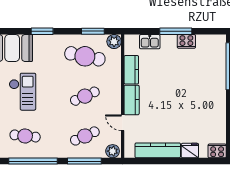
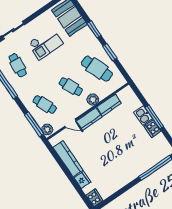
window: (93, 31) -> (110, 52), moved
plant: (114, 42) -> (93, 100), moved
kitchen sink: (150, 42) -> (143, 115), moved
cafe table: (85, 56) -> (97, 69), turned -33
door: (123, 123) -> (70, 123), swing flipped
window: (84, 161) -> (34, 124), moved

